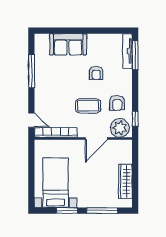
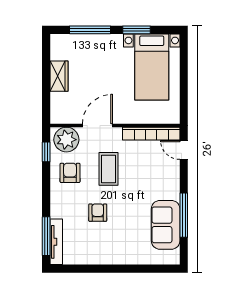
sofa: (68, 44) -> (166, 225), moved, turned -90
coffee table: (88, 106) -> (108, 169), turned 90
wardrobe: (125, 181) -> (59, 76), width x0.67

